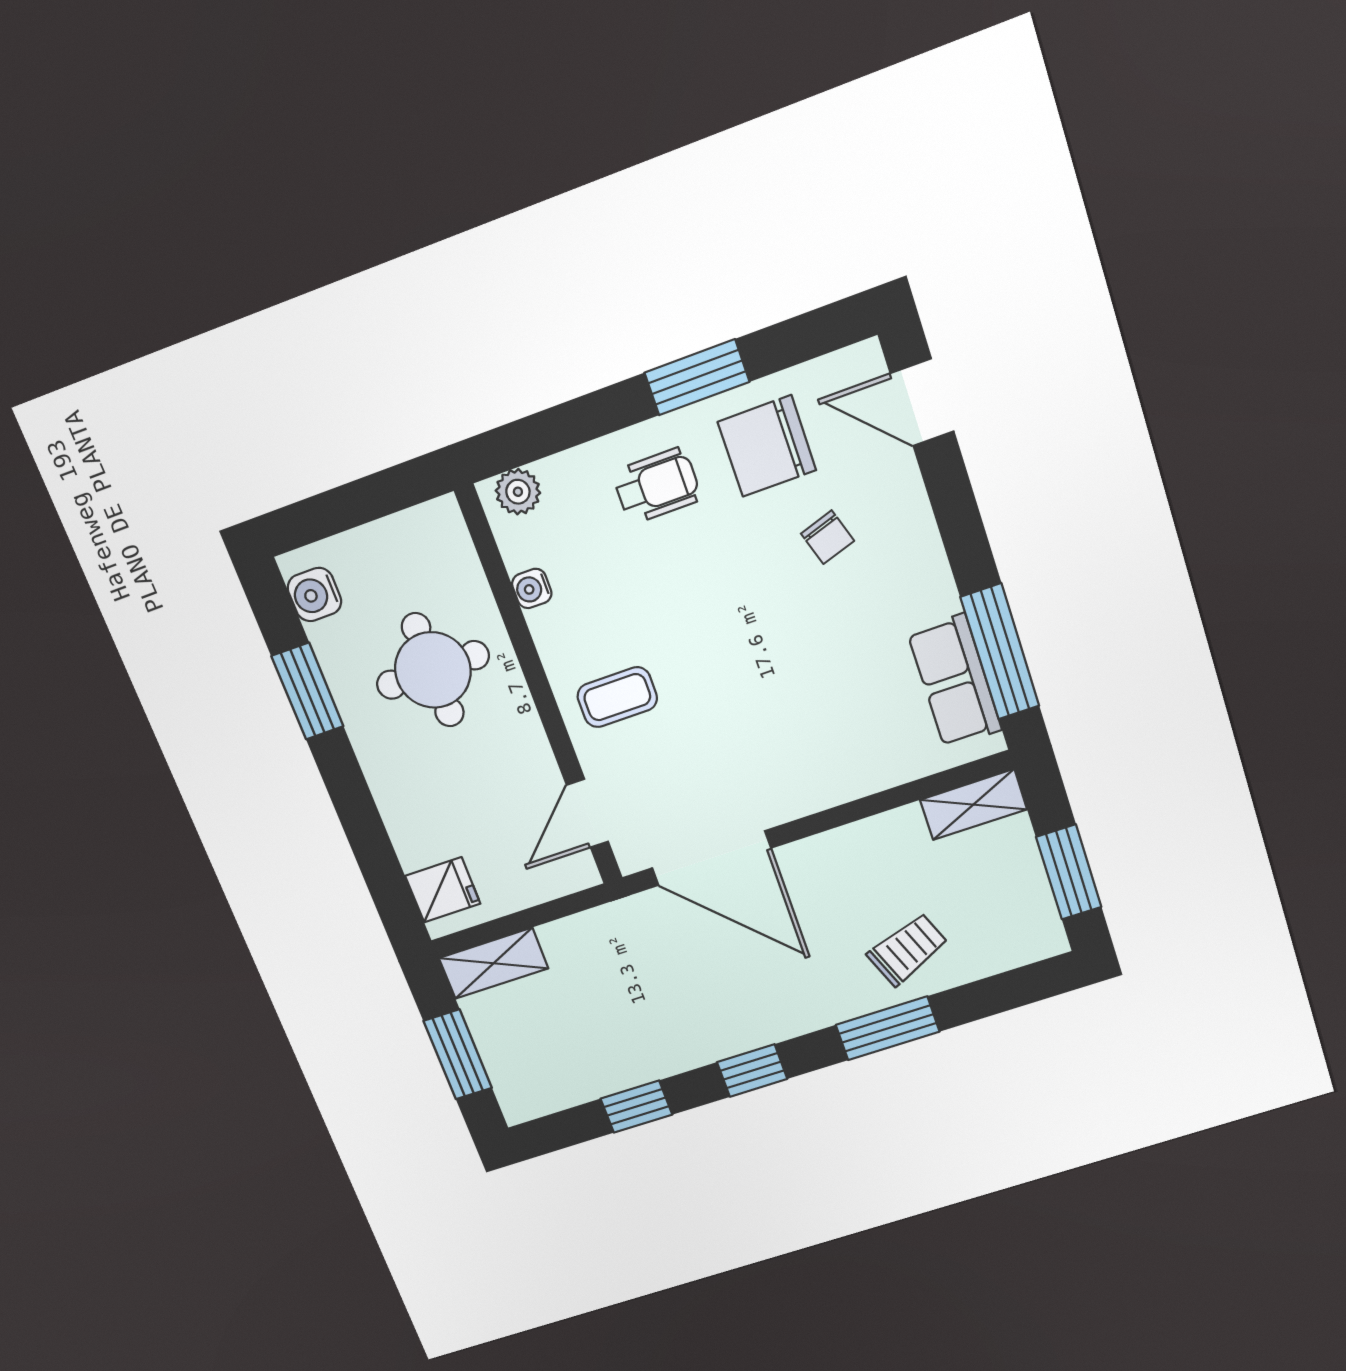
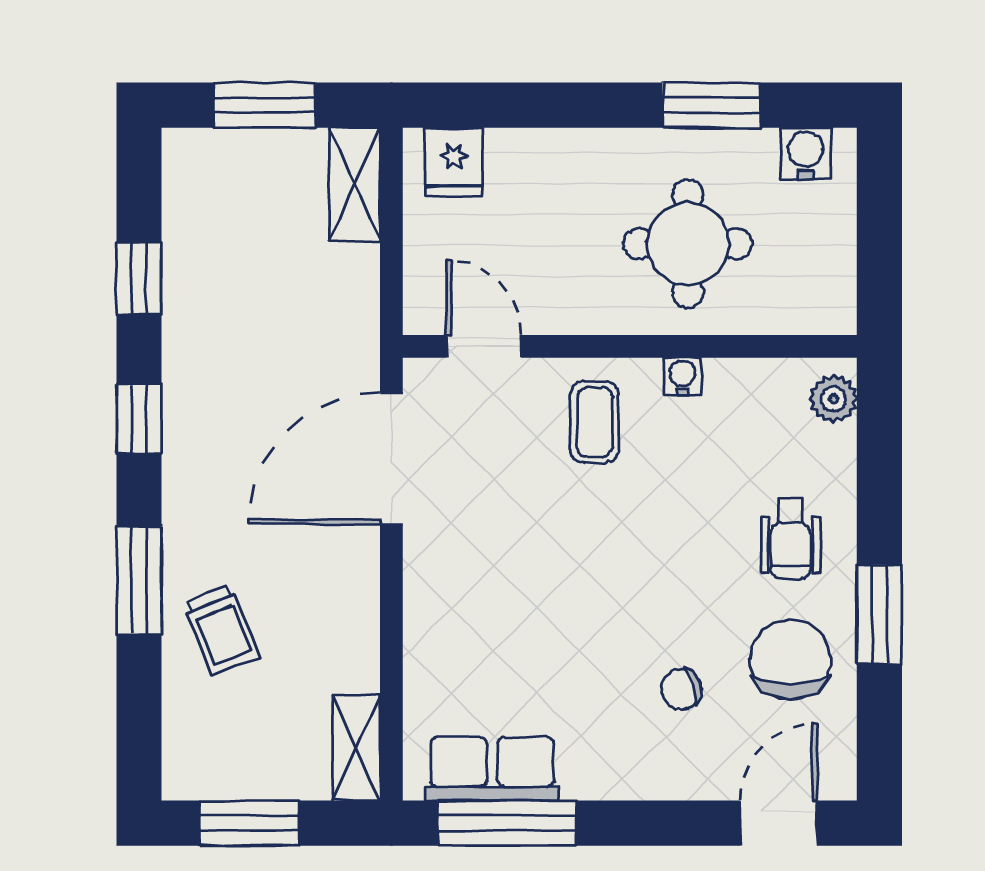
water cooler: (532, 588) -> (683, 376), moved

